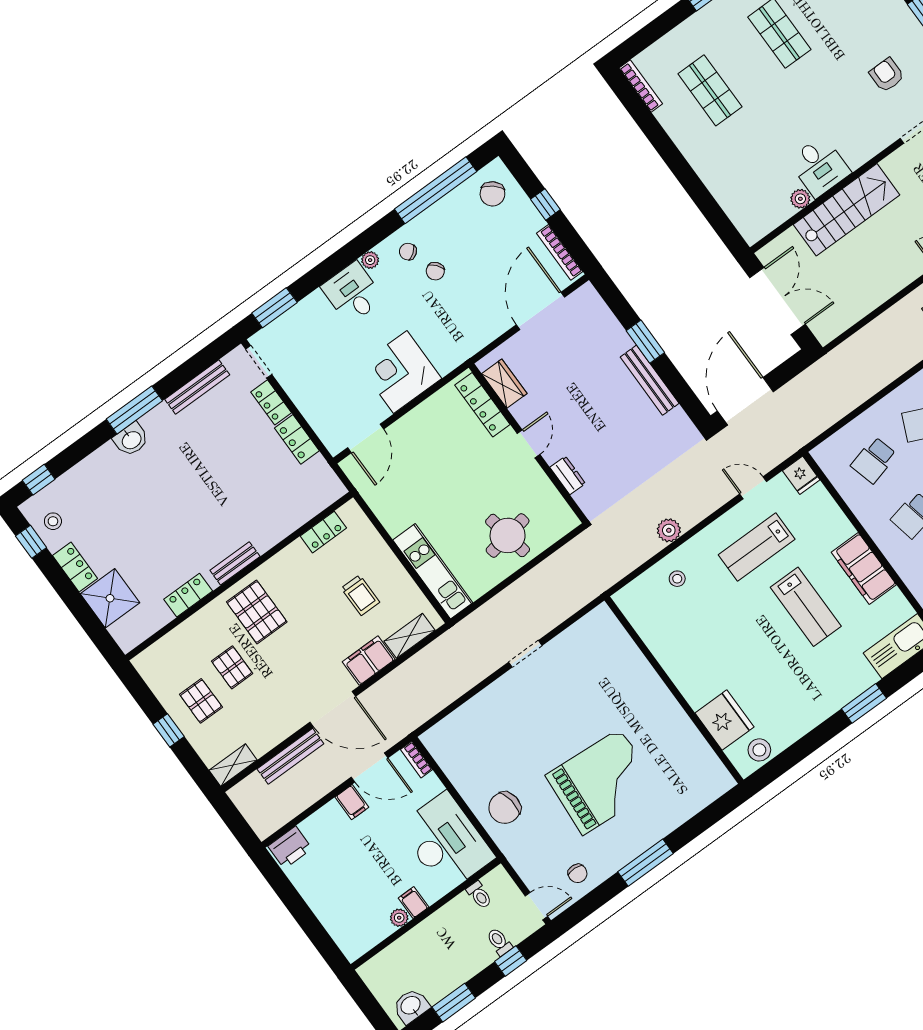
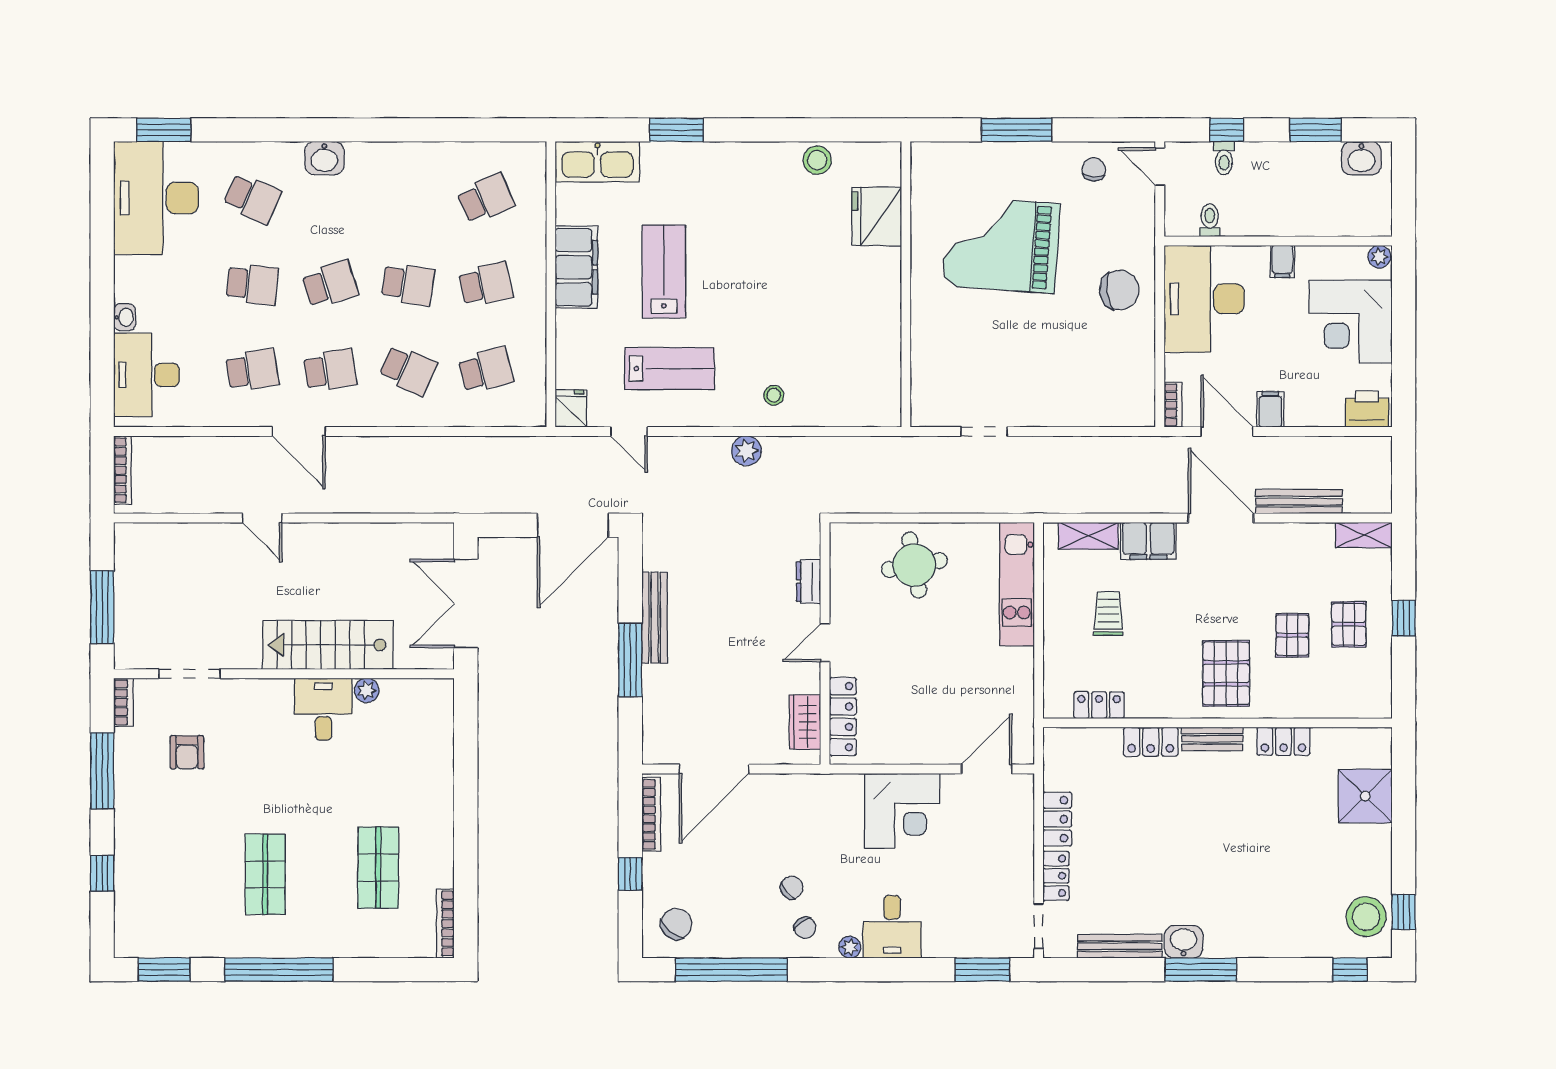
window: (645, 342) -> (630, 660), width x1.44
washbasin: (131, 440) -> (1184, 942), moved
stool: (53, 521) -> (1366, 917), width x1.89, depth x1.89
locker: (75, 567) -> (1151, 742), moved, turned -90
wall: (674, 690) -> (906, 284), moved
fridge: (724, 720) -> (877, 216), moved
corner desk: (341, 896) -> (1351, 322), added
plant: (399, 918) -> (1379, 257), moved

